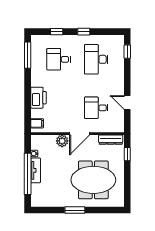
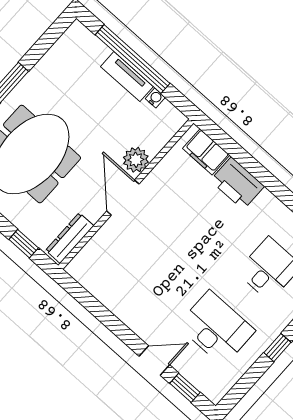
door: (127, 103) -> (154, 361), moved
desk: (96, 108) -> (140, 260), removed
filing cabinet: (37, 123) -> (206, 152), width x2.00

